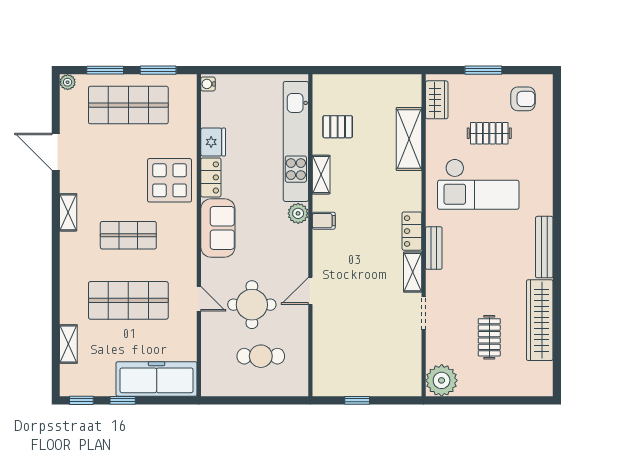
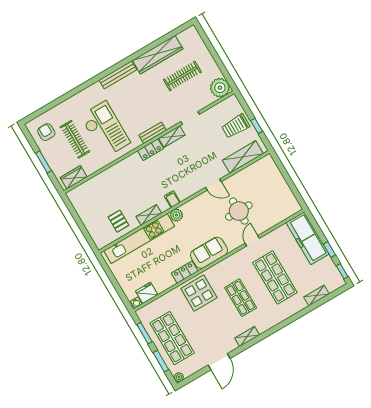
clothes rail: (489, 133) -> (75, 139), width x1.36
shelving: (409, 139) -> (243, 157), moved
fridge: (213, 142) -> (147, 293), moved
clothes rail: (489, 337) -> (182, 76), width x1.36
cafe table: (261, 356) -> (263, 190), removed
trolley: (374, 371) -> (236, 126), added

